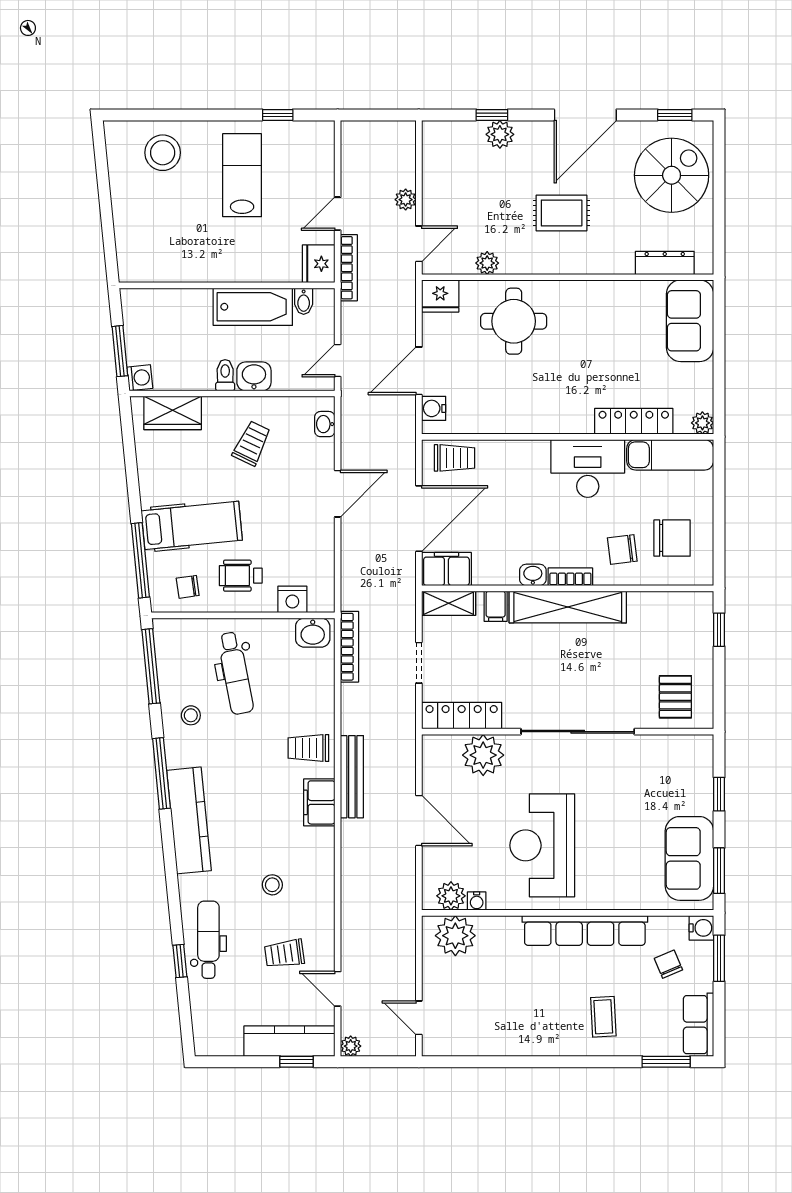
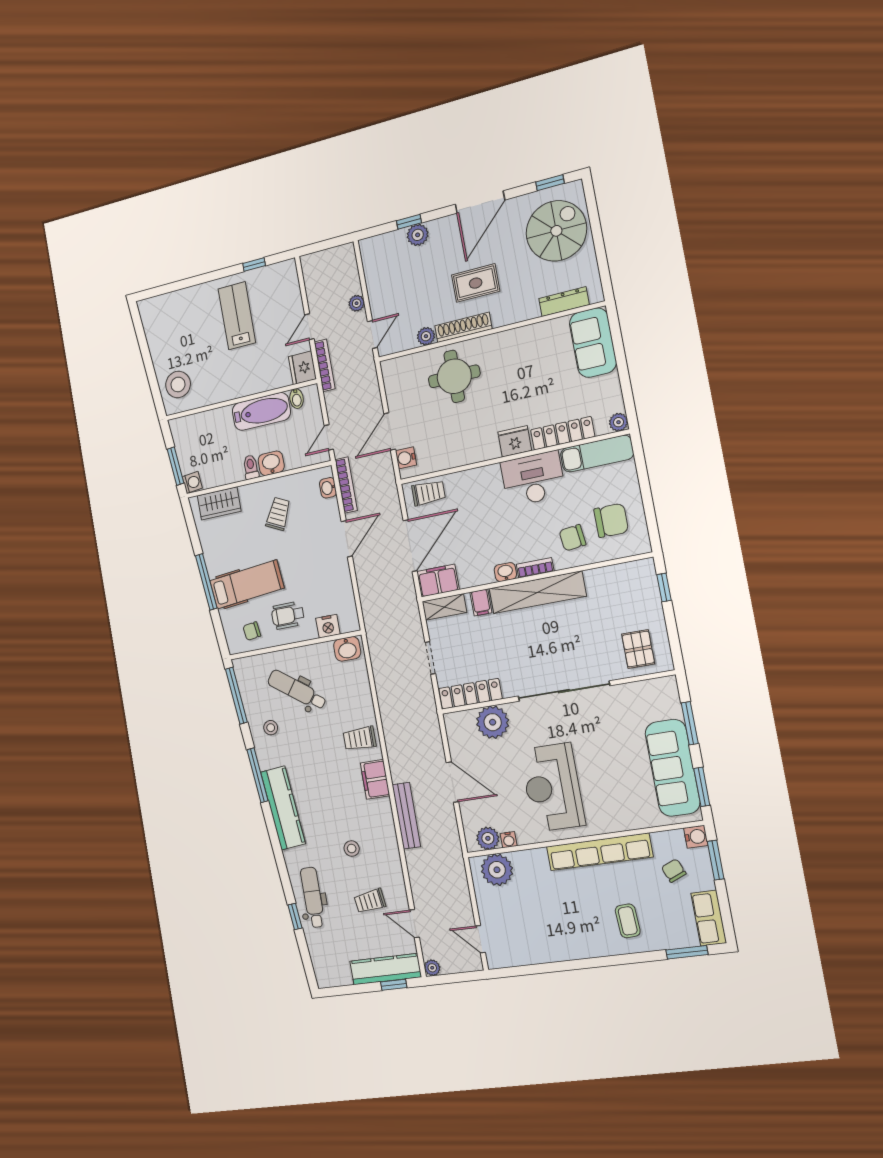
stool: (163, 153) -> (178, 384), moved
shoe rack: (536, 264) -> (463, 327), added
fridge: (440, 296) -> (515, 441), moved, turned 180
window: (140, 560) -> (206, 582), moved
bookcase: (349, 647) -> (346, 485), moved
dental chair: (236, 673) -> (297, 690), turned 137
bench: (352, 777) -> (406, 816), moved
window: (719, 794) -> (690, 723), width x1.50
sofa: (689, 858) -> (672, 768), width x1.36

